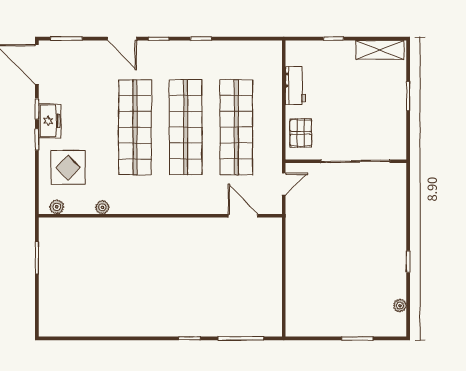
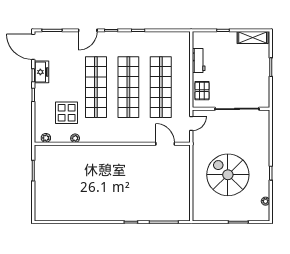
door: (122, 39) -> (88, 30), hinge flipped
freezer: (50, 121) -> (41, 72), moved
display table: (68, 167) -> (67, 113), moved
spiral stairs: (341, 264) -> (228, 175), added

